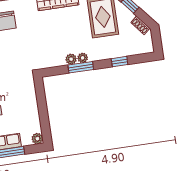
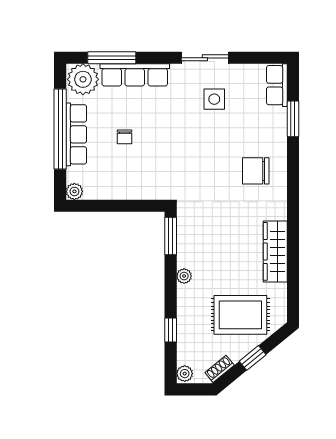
plant: (71, 59) -> (185, 374), moved
window: (81, 67) -> (171, 236), moved

